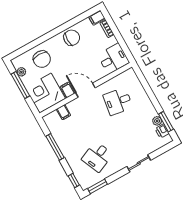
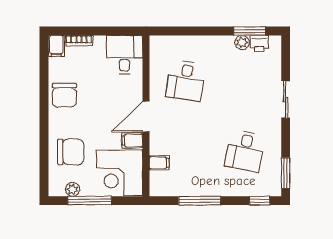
chair: (72, 38) -> (64, 95), turned 180
desk: (97, 157) -> (245, 151), turned 36

